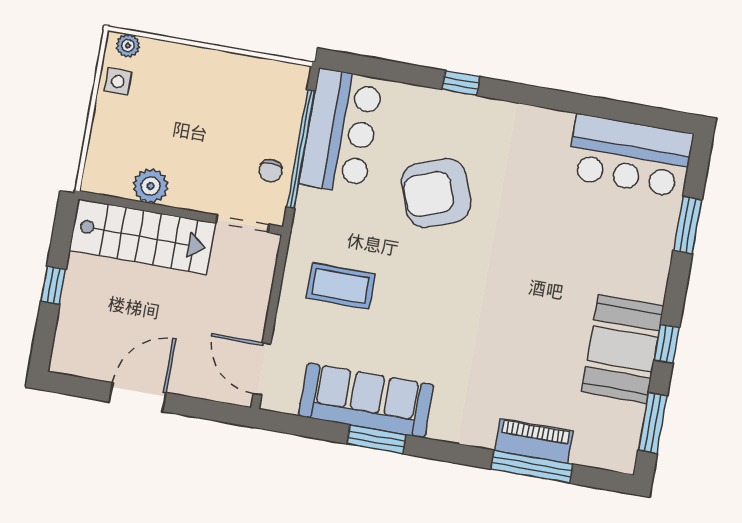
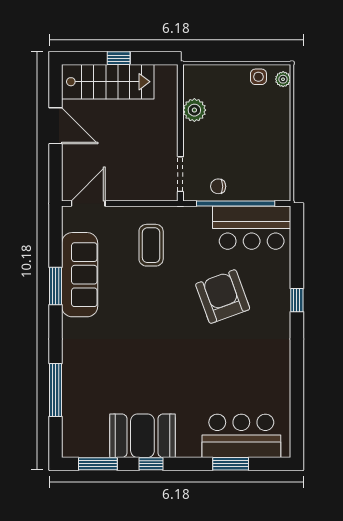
bar counter: (630, 156) -> (241, 436), moved, turned 90
stairs: (142, 237) -> (108, 82), moved, turned -90
piano: (534, 441) -> (73, 389), removed

